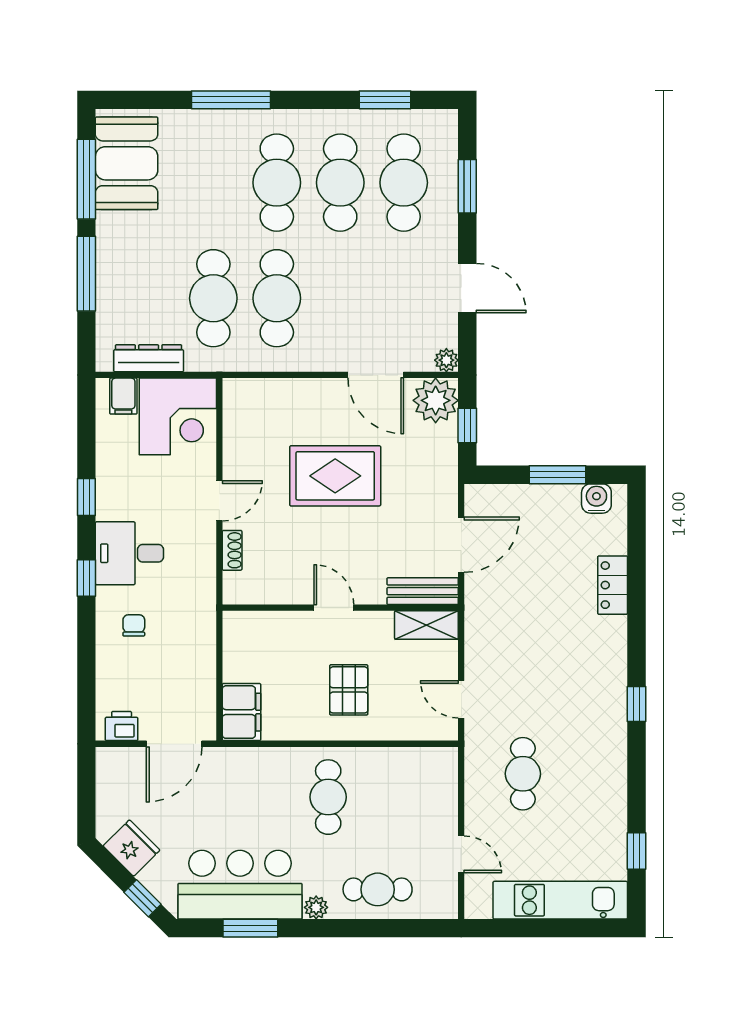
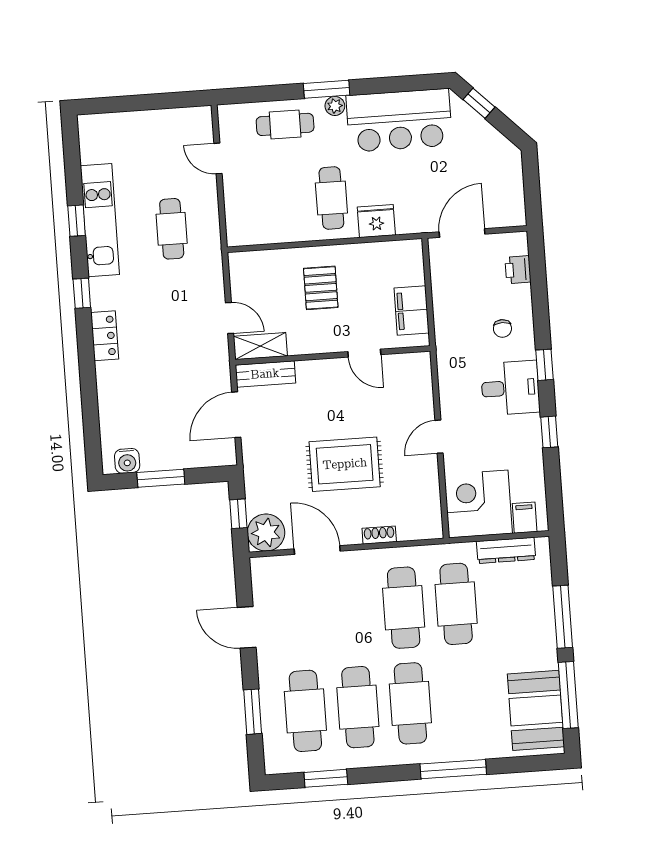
plant: (446, 360) -> (259, 566), removed
shoe rack: (232, 550) -> (379, 535), moved, turned 90
locker: (613, 585) -> (105, 336), moved
door: (334, 608) -> (364, 353), moved
door: (461, 699) -> (229, 318), moved
filing cabinet: (241, 712) -> (412, 311), moved
printer: (122, 726) -> (518, 270), moved, turned 90
fridge: (132, 848) -> (376, 221), moved, turned 135
window: (637, 851) -> (77, 221), moved
kitchen unit: (560, 900) -> (100, 220), moved, turned -90
window: (250, 928) -> (327, 89), moved

